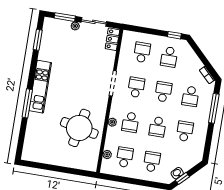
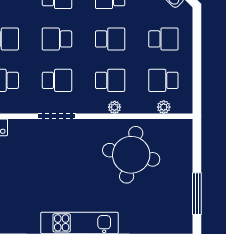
school desk: (136, 87) -> (57, 80), turned 180
school desk: (152, 162) -> (163, 39), turned 180
window: (47, 167) -> (197, 194), added

